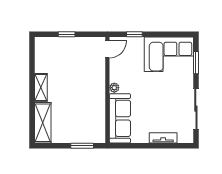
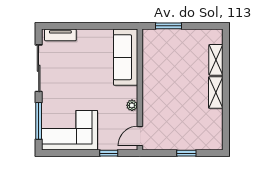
window: (196, 63) -> (39, 121), width x1.44
plant: (114, 88) -> (132, 105), moved
shelving: (43, 123) -> (216, 60), width x0.67, depth x0.75
tv unit: (163, 138) -> (60, 35), moved

